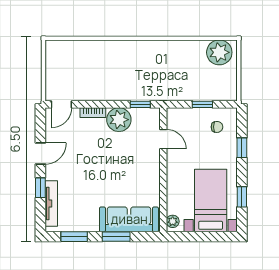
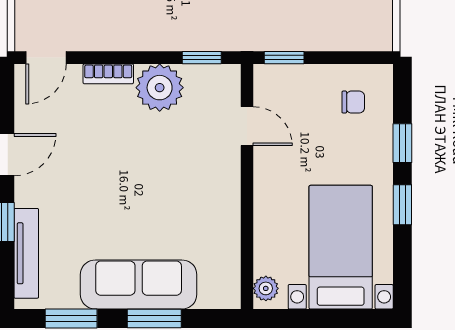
window: (202, 104) -> (284, 58), moved
window: (242, 197) -> (402, 205), moved
sofa: (129, 219) -> (139, 285), moved

